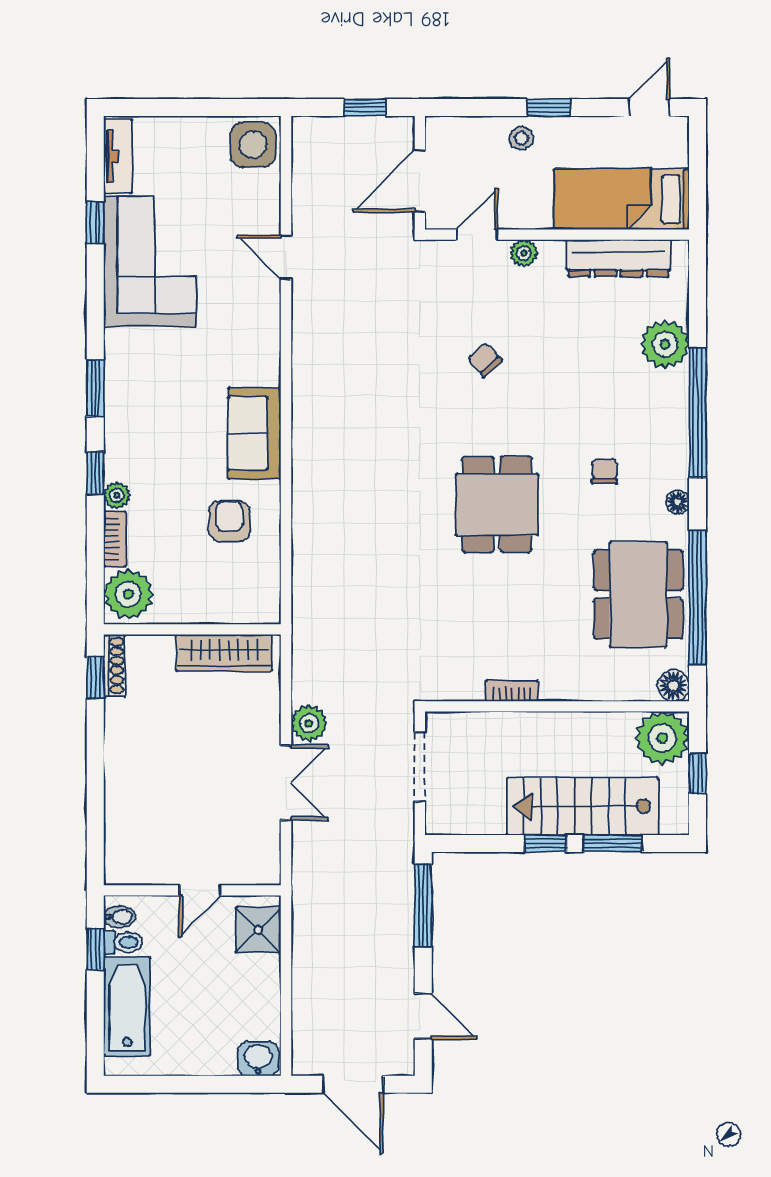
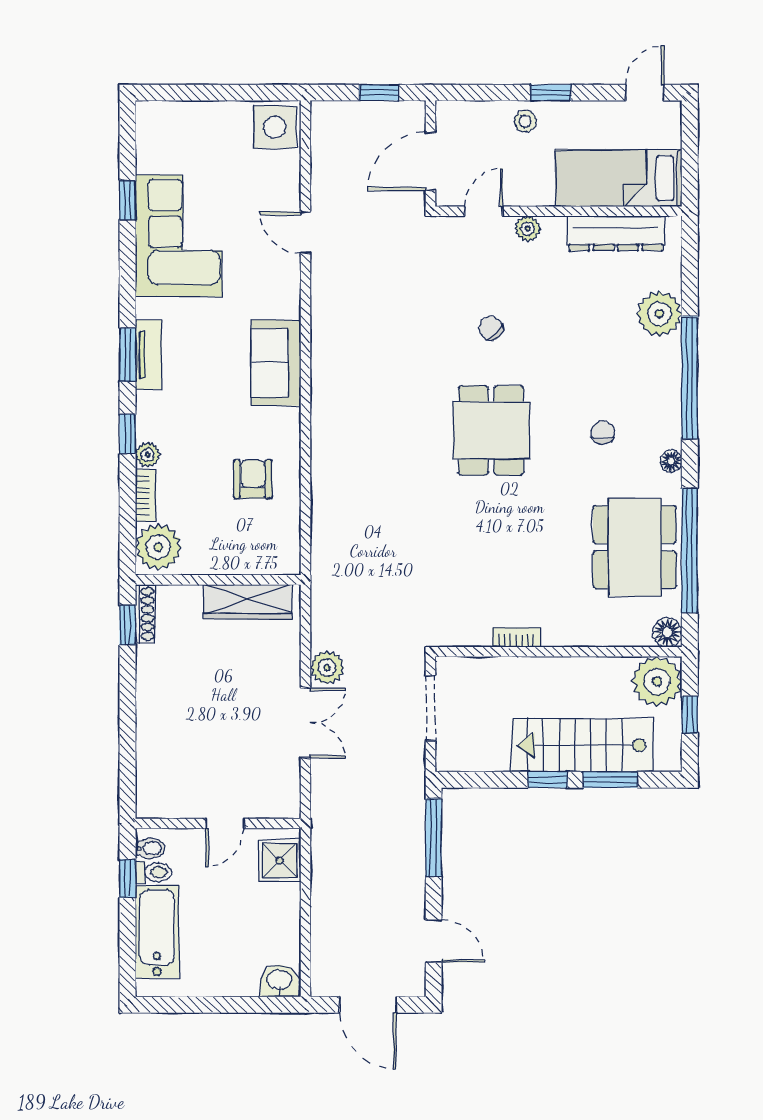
tv unit: (118, 156) -> (148, 355), moved
sofa: (255, 433) -> (276, 363), moved
dining table: (497, 505) -> (491, 430), moved

